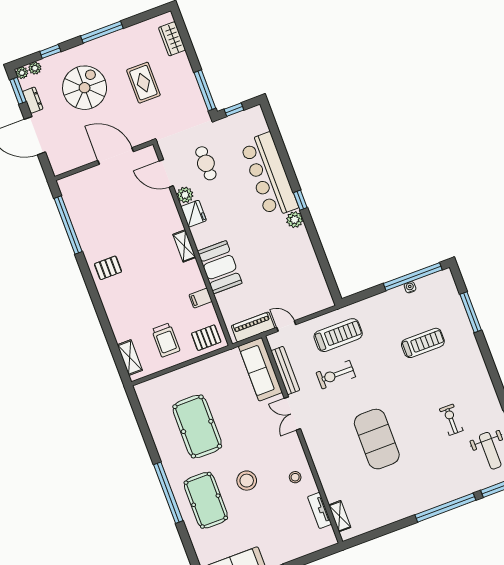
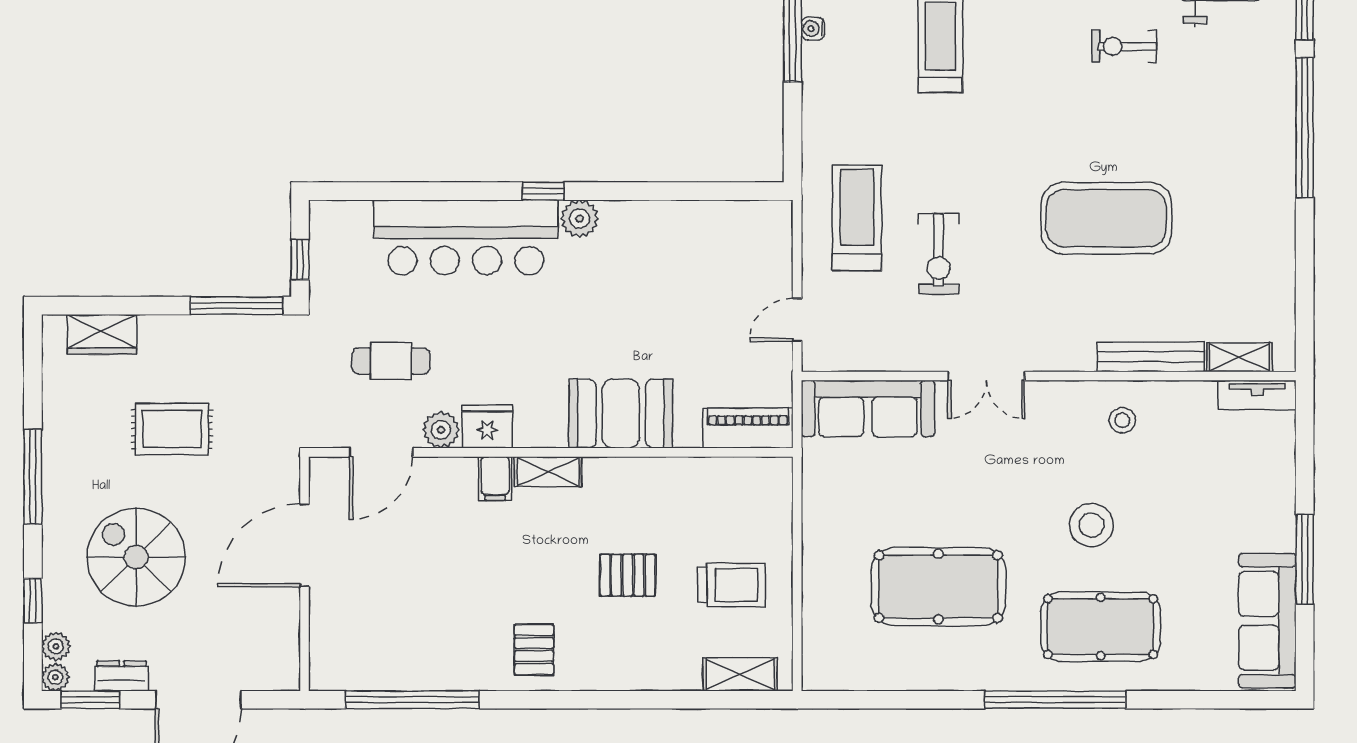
filing cabinet: (201, 298) -> (495, 478), moved
piano: (253, 327) -> (748, 428), moved, turned 90
pallet: (206, 338) -> (628, 575), moved, turned 90
bench: (285, 371) -> (1151, 357), moved
tv unit: (320, 510) -> (1257, 395), moved

